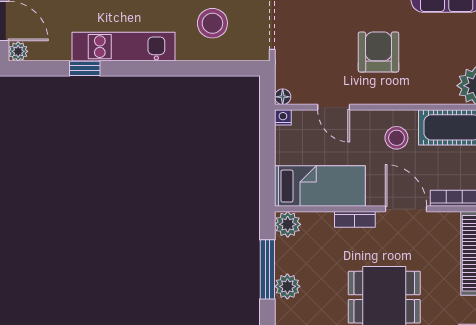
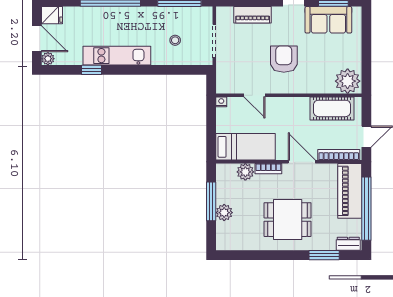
stool: (212, 23) -> (175, 40), width x0.53, depth x0.53
floor lamp: (283, 97) -> (221, 88), removed
stool: (396, 138) -> (296, 115), removed
plant: (288, 224) -> (245, 172), moved

